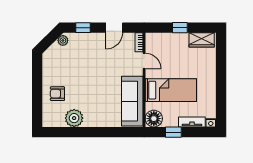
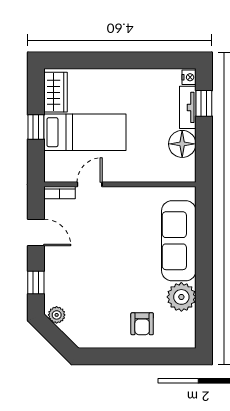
bed: (171, 90) -> (85, 132), moved, turned 90
sofa: (132, 101) -> (179, 241), moved, turned 90
floor lamp: (154, 119) -> (182, 144), moved
window: (173, 132) -> (204, 103), moved

